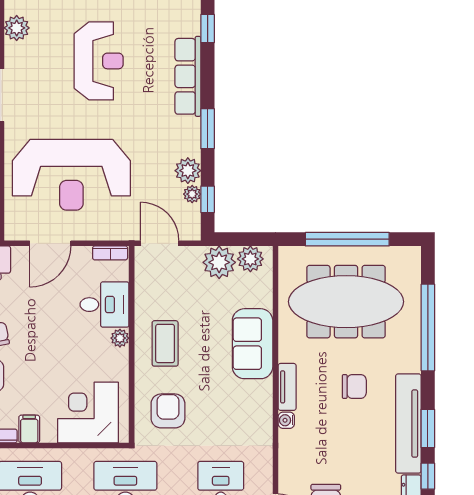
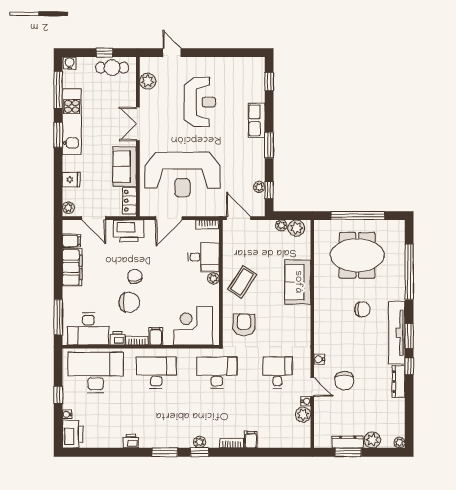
row of seats: (188, 76) -> (257, 120), width x0.68
plant: (188, 171) -> (257, 172), removed
plant: (219, 262) -> (281, 225), width x0.53, depth x0.53
meeting table: (346, 302) -> (357, 255), width x0.73
coffee table: (165, 343) -> (242, 282), turned 33
tv unit: (287, 387) -> (320, 309), removed
water cooler: (286, 420) -> (319, 359), moved

